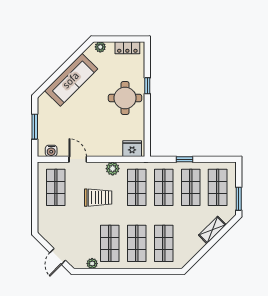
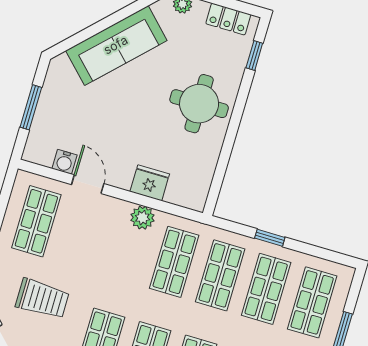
window: (147, 86) -> (254, 55), moved
fridge: (132, 149) -> (150, 183), moved
water cooler: (51, 151) -> (65, 162), moved
trolley: (98, 198) -> (42, 299), moved

